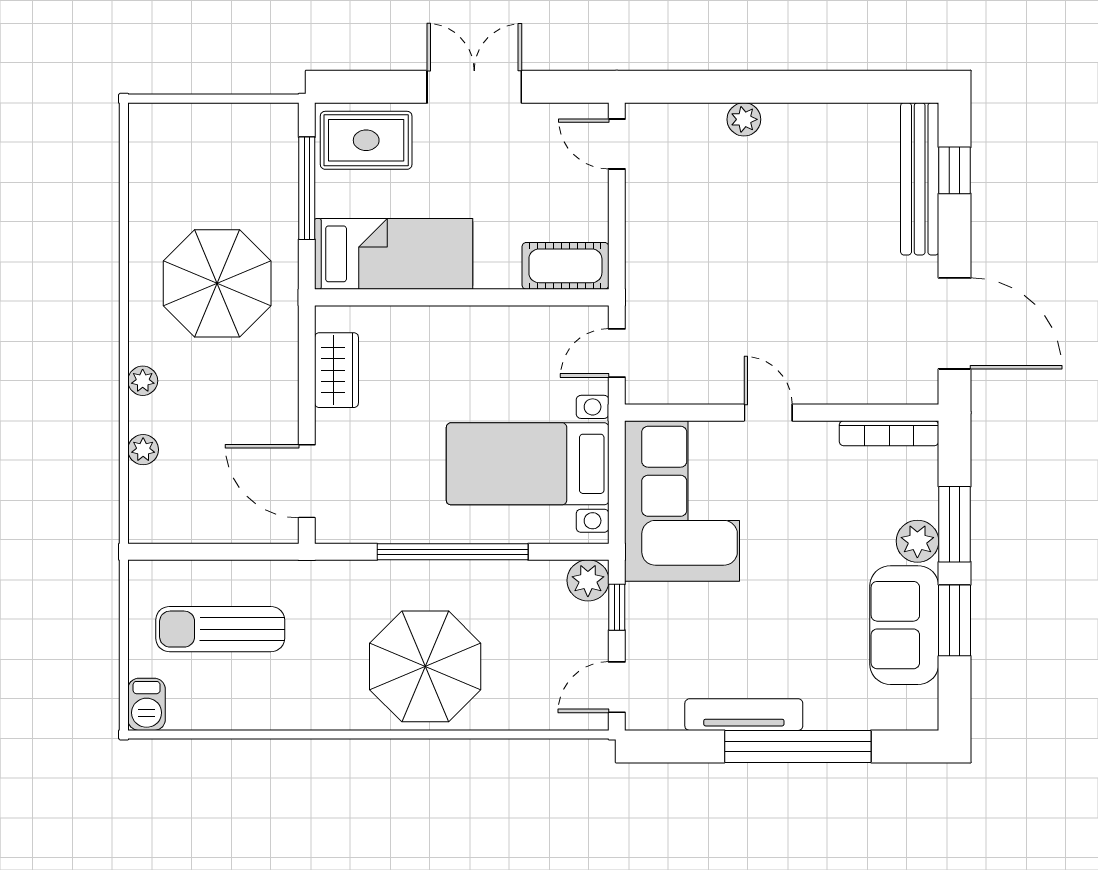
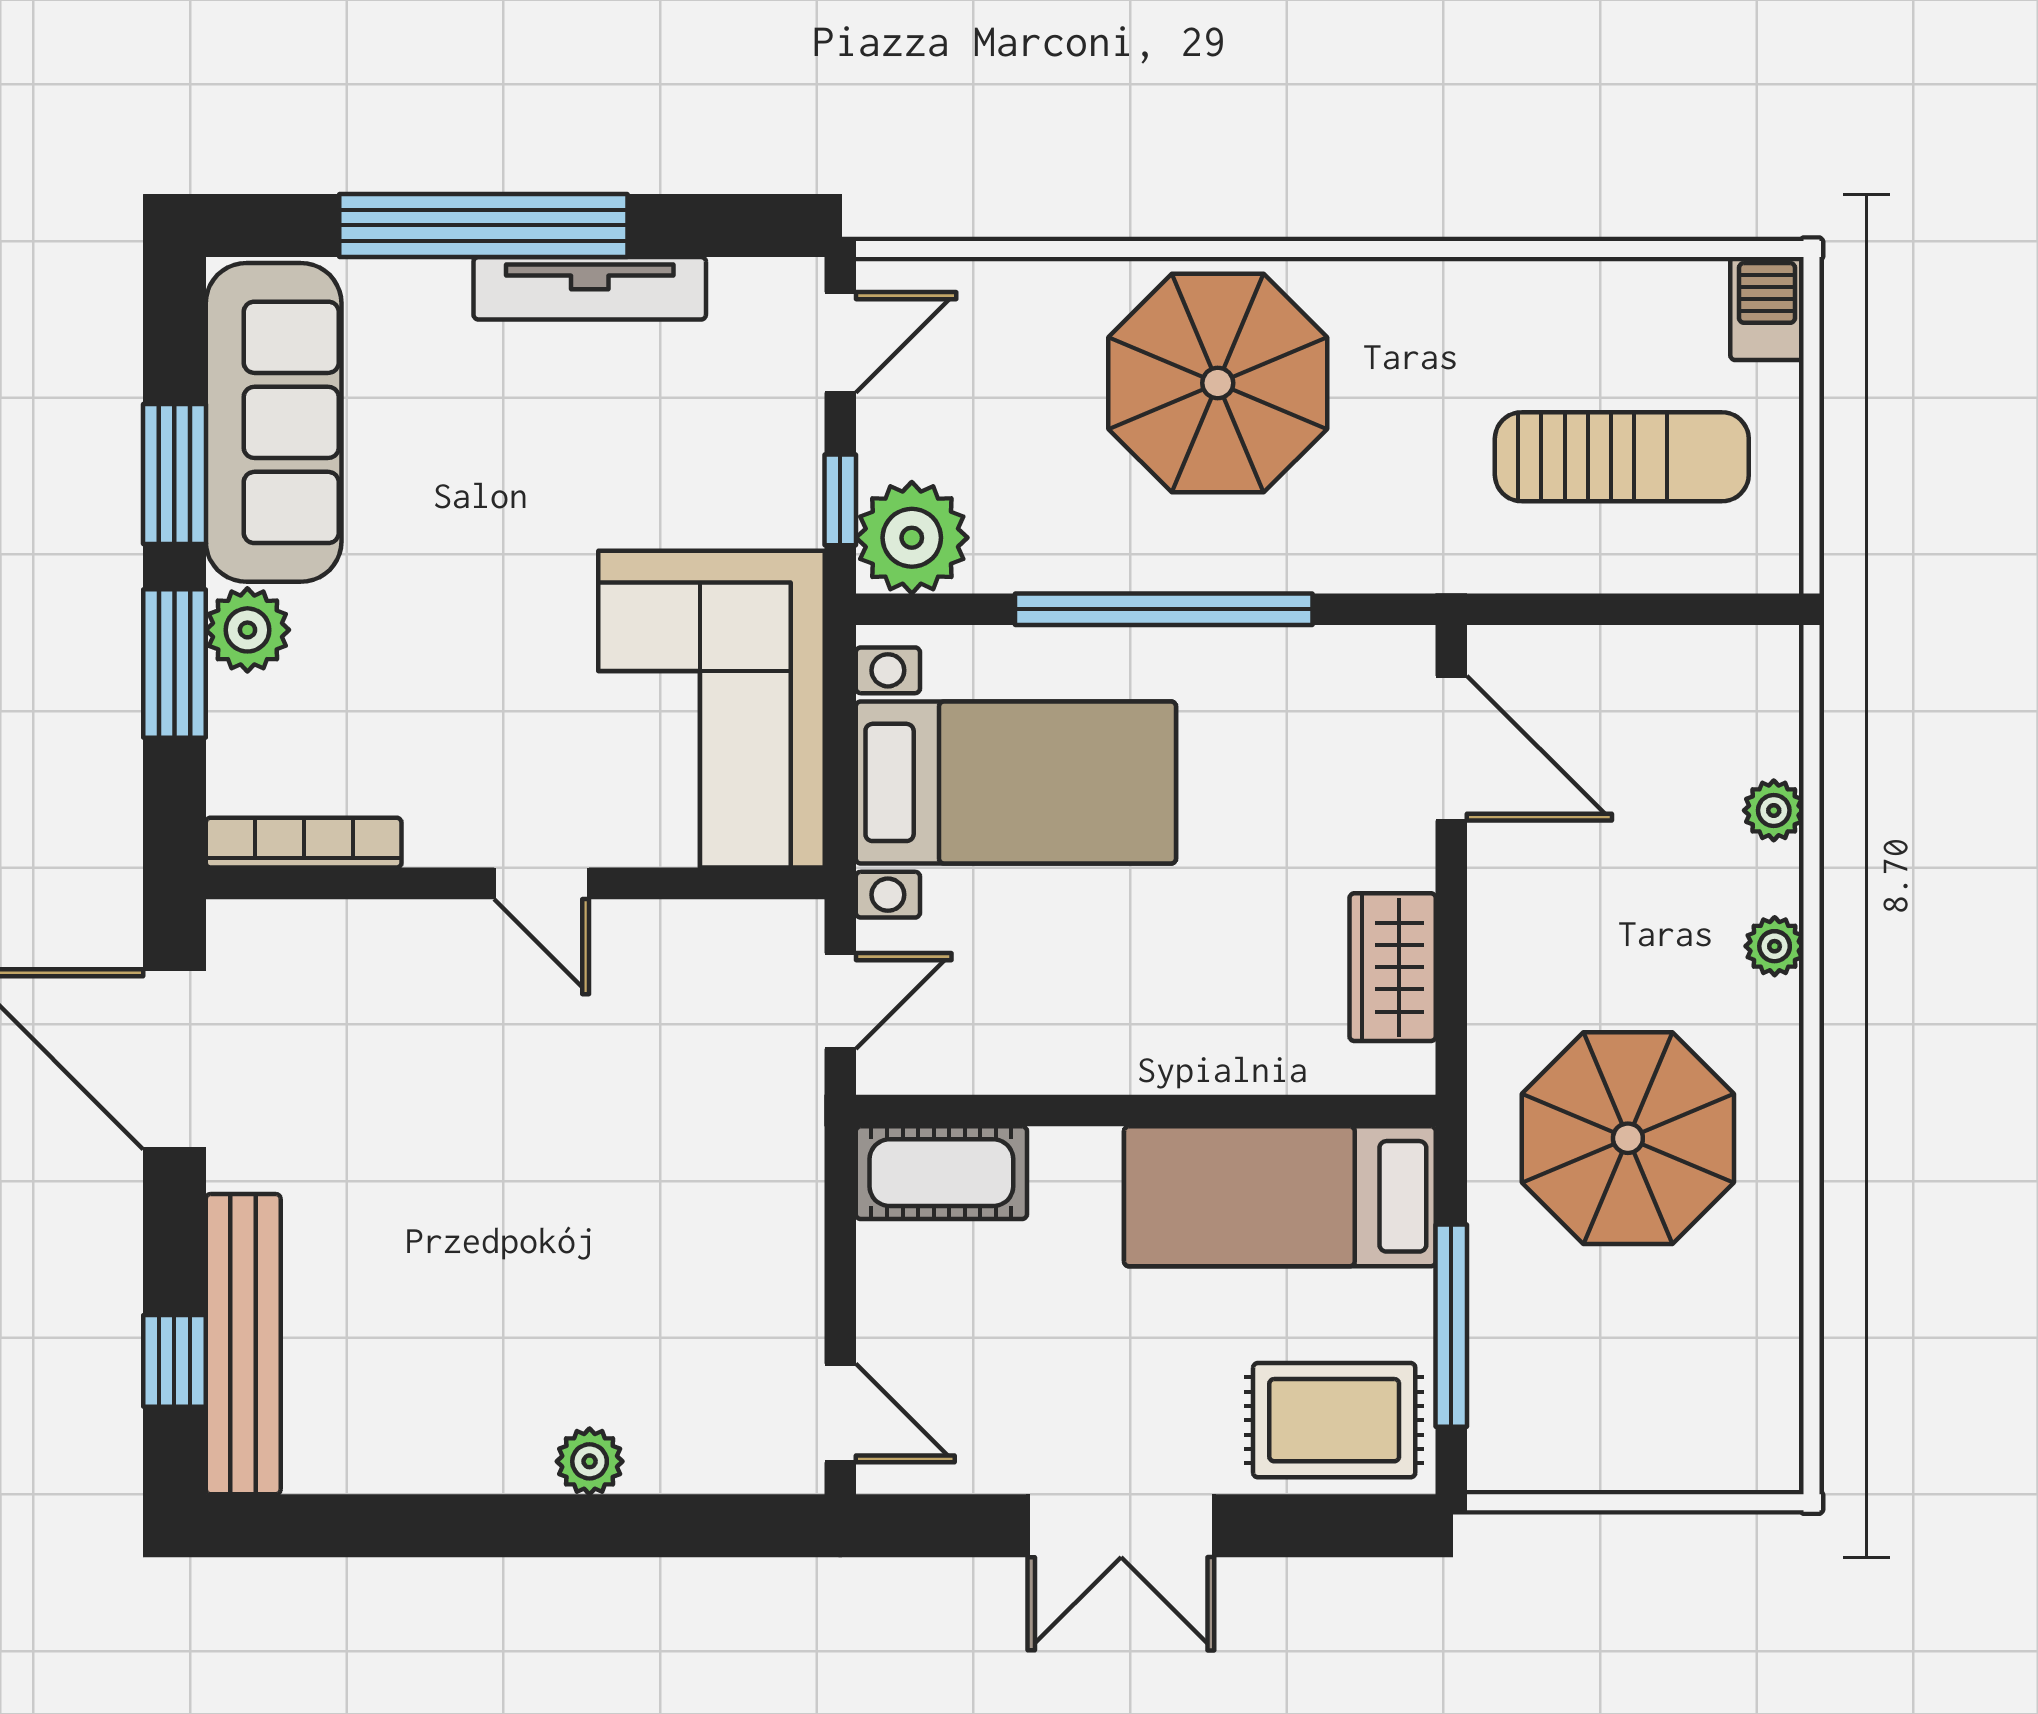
plant: (588, 580) -> (912, 538), width x1.36, depth x1.36
sofa: (904, 625) -> (274, 422), width x1.36

